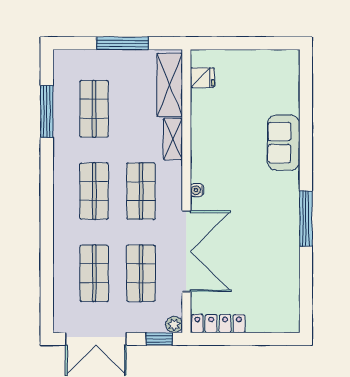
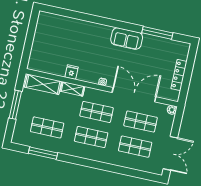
fridge: (202, 78) -> (72, 72), moved
sofa: (284, 143) -> (127, 39), moved
window: (306, 218) -> (157, 33), moved
locker: (218, 324) -> (179, 75), moved
window: (159, 339) -> (178, 119), removed

